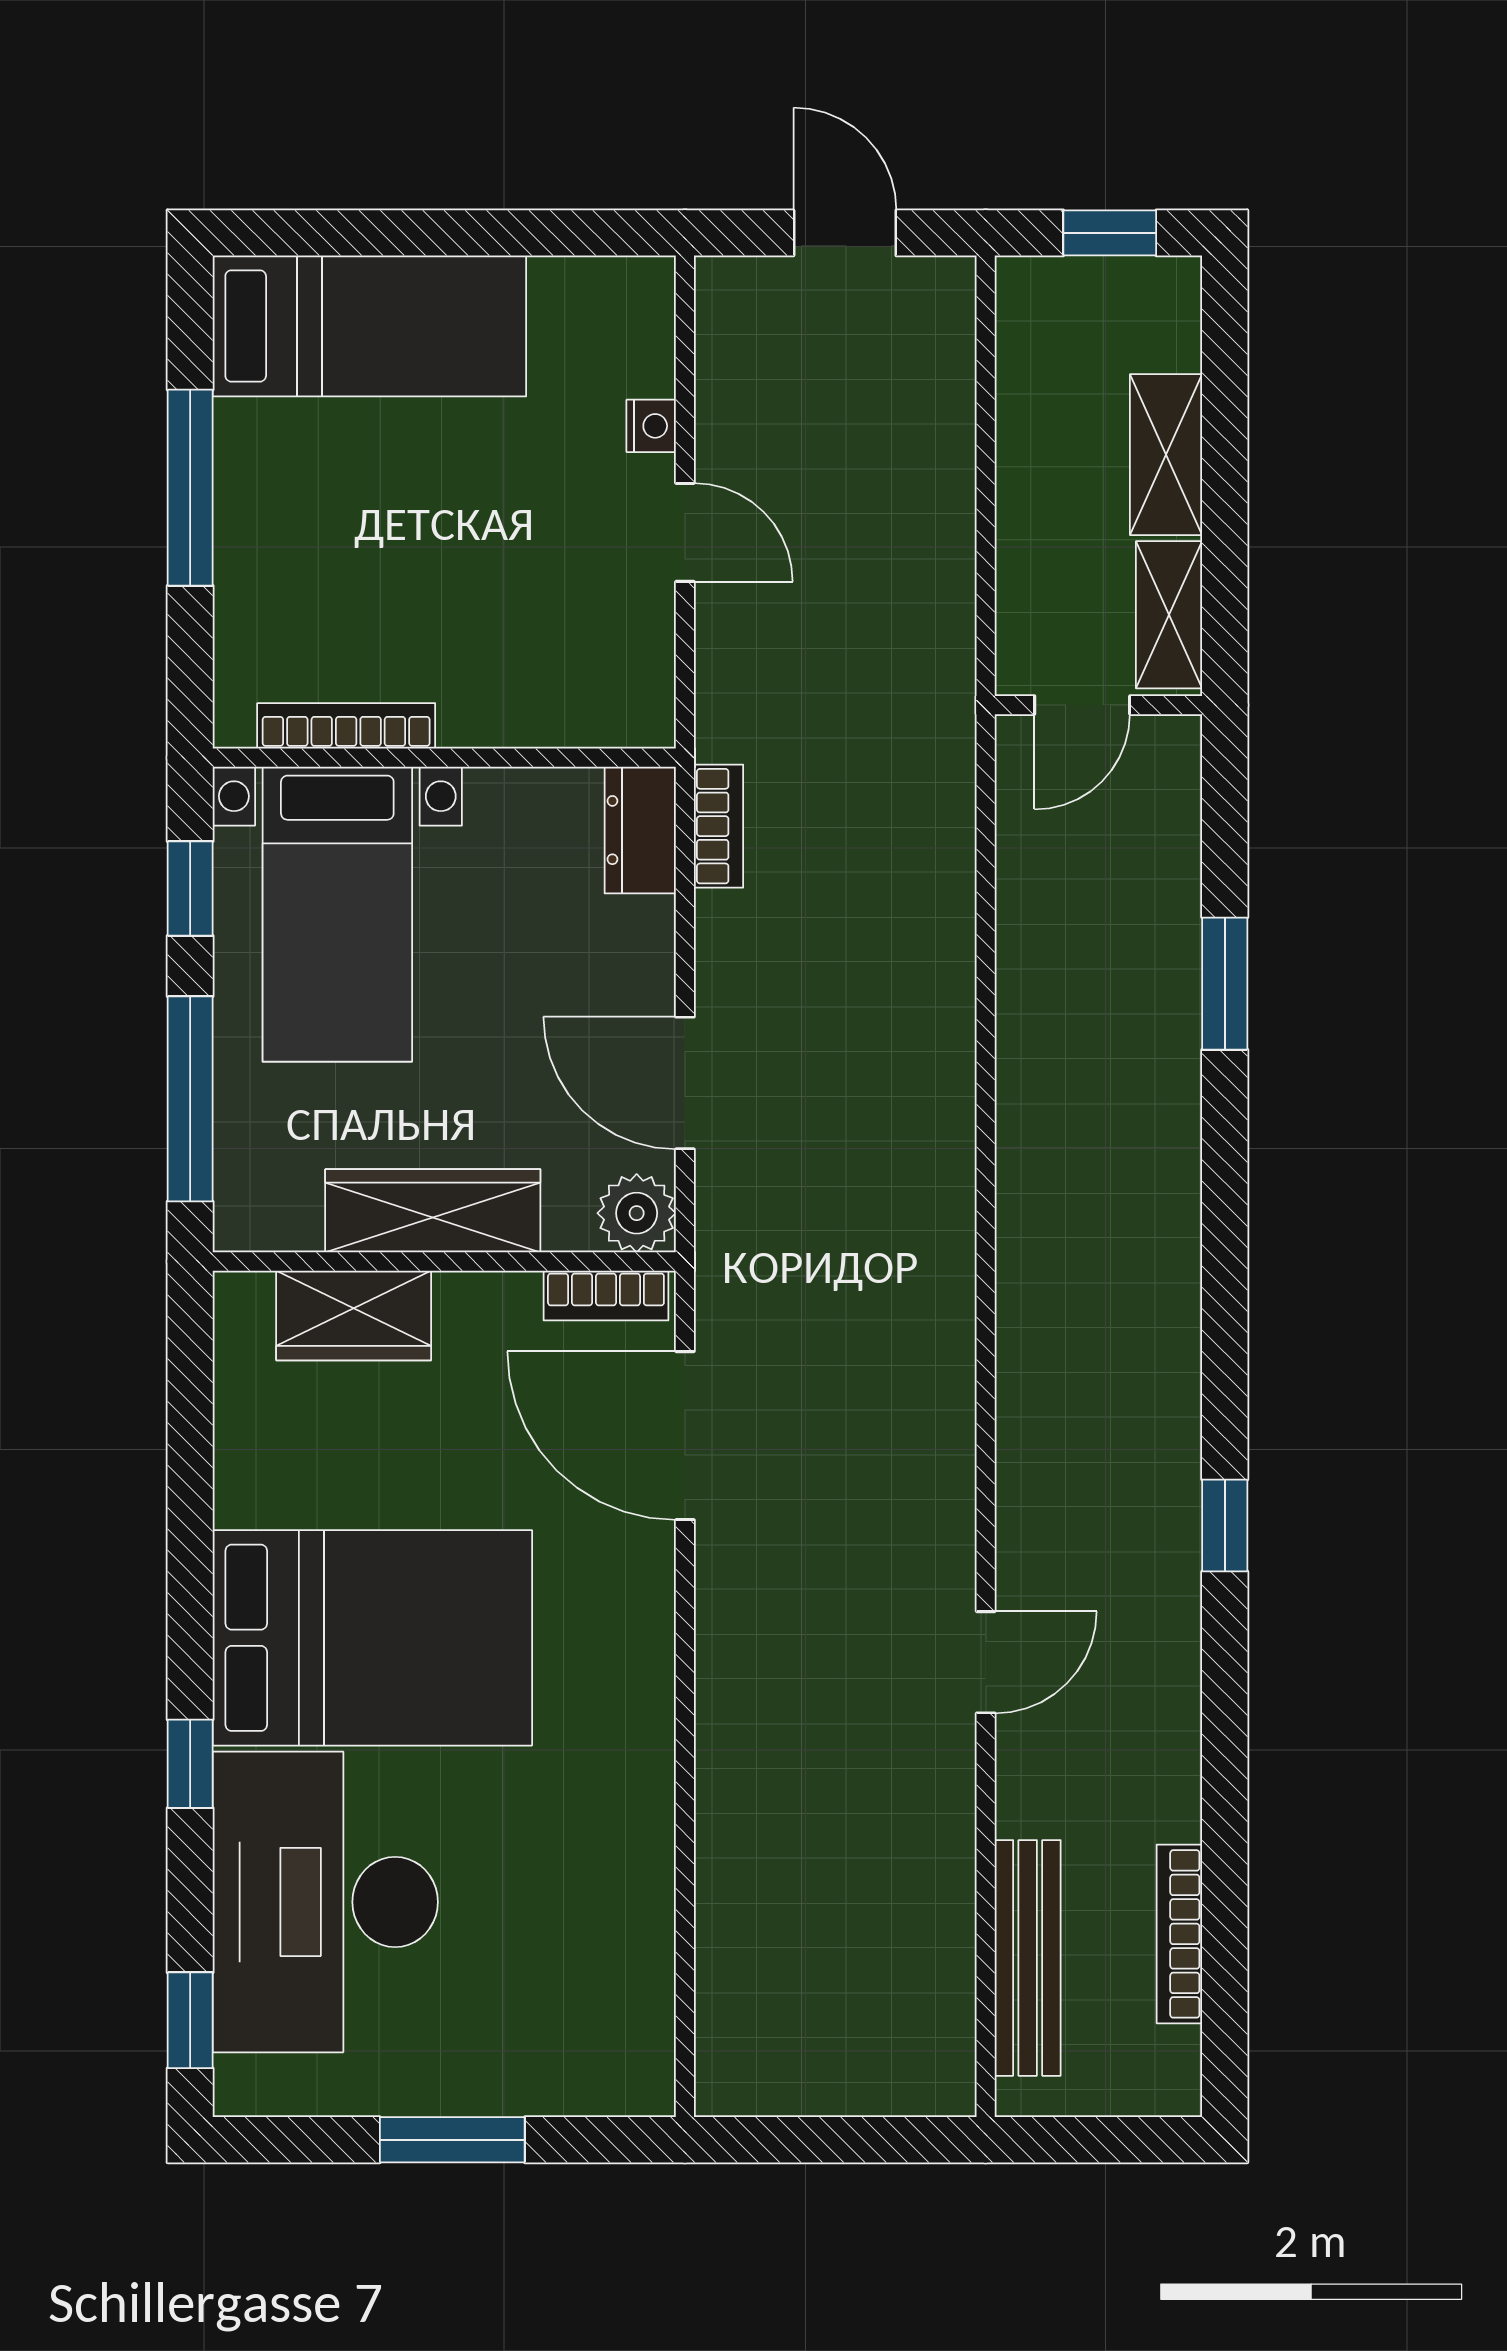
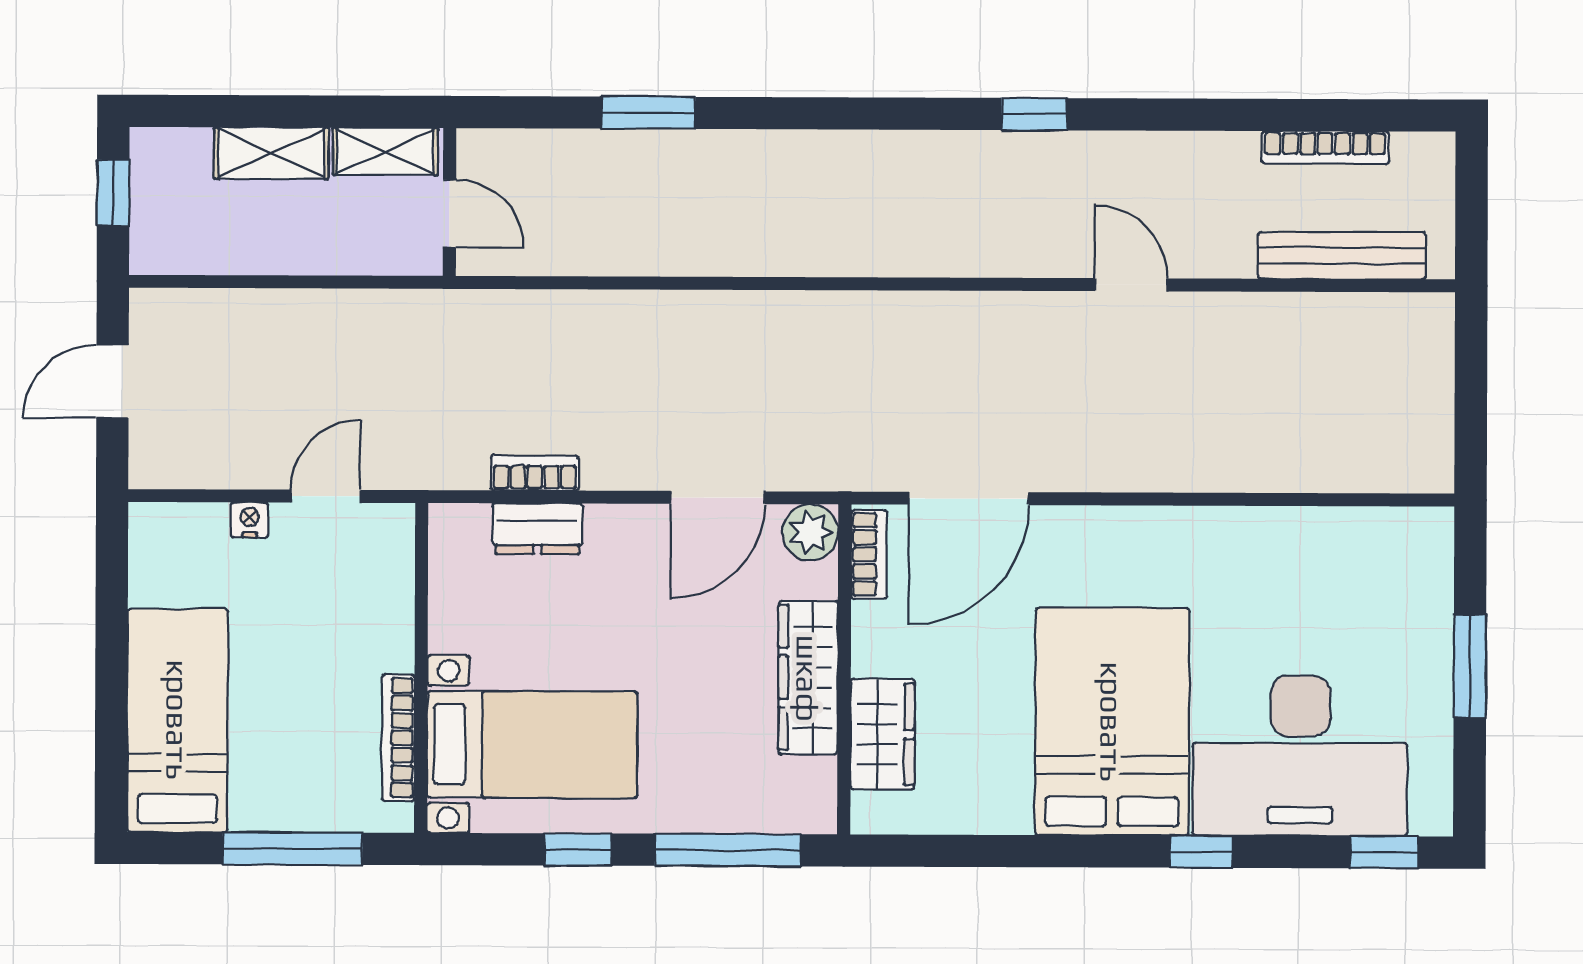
bookcase: (346, 726) -> (398, 738), moved
wall: (444, 758) -> (421, 668), moved
bed with nightstands: (337, 914) -> (532, 745), moved

